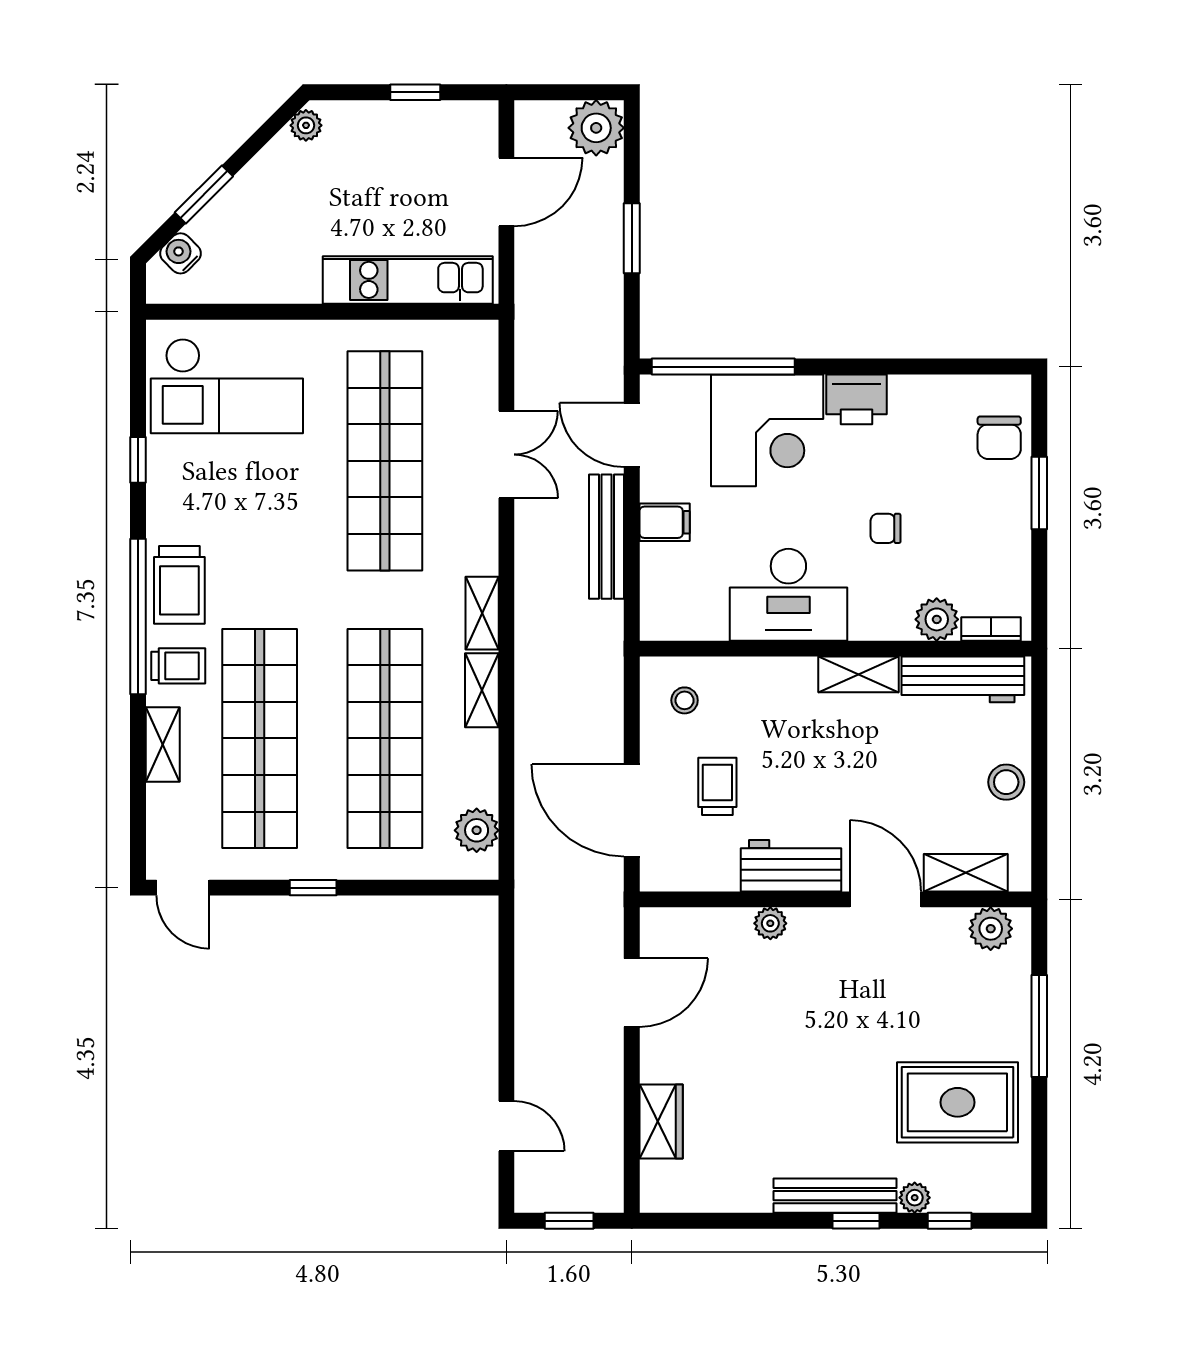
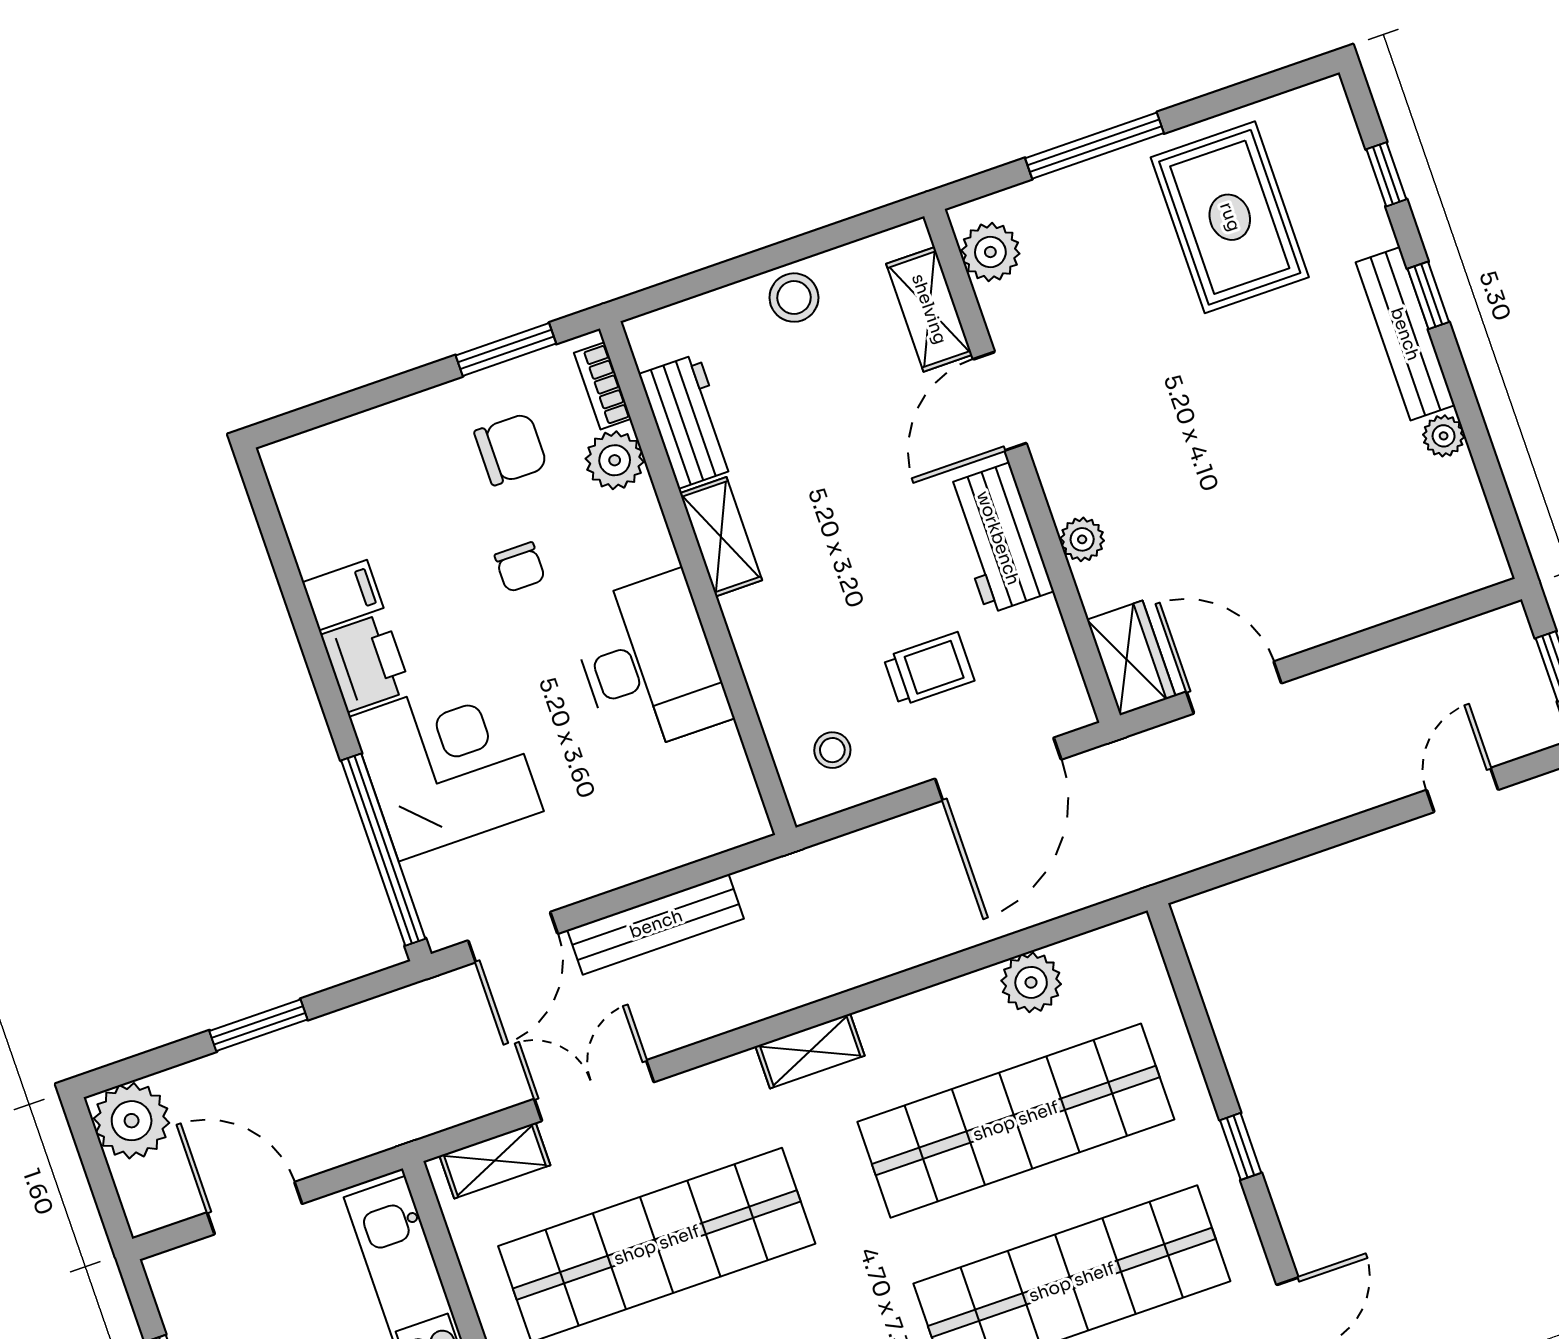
chair: (999, 438) -> (511, 449), moved
window: (1039, 493) -> (506, 350), moved
filing cabinet: (665, 522) -> (343, 595), moved, turned 90
workbench: (963, 679) -> (688, 421), width x0.73
shelving: (482, 690) -> (495, 1160), moved
trolley: (717, 786) -> (929, 669), turned 180
plant: (477, 830) -> (1031, 982), moved
wardrobe: (661, 1122) -> (1131, 658), moved, turned 90
plant: (915, 1198) -> (1444, 436), moved

